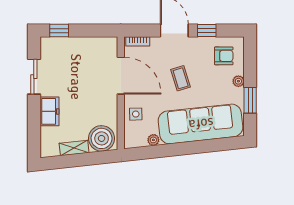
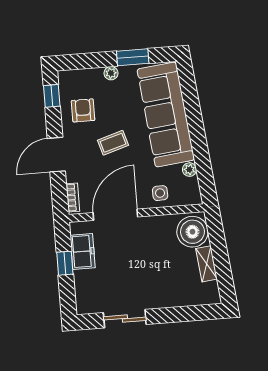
window: (59, 31) -> (65, 263), moved
window: (207, 31) -> (52, 96), moved
armchair: (224, 56) -> (83, 110), moved
freezer: (49, 111) -> (83, 251), moved, turned 90

